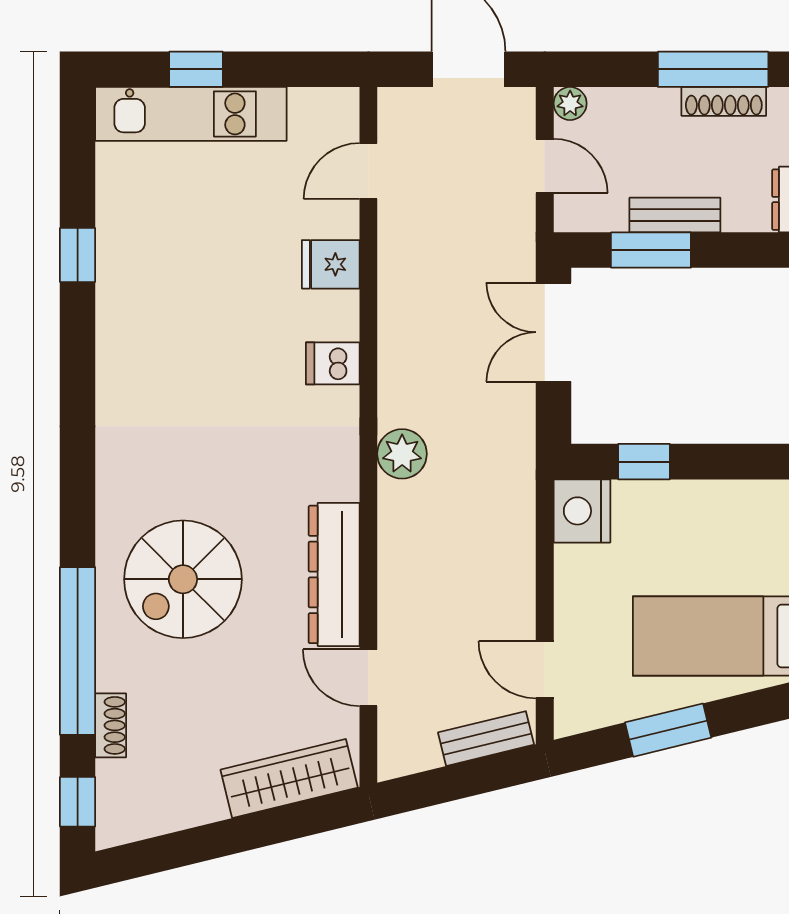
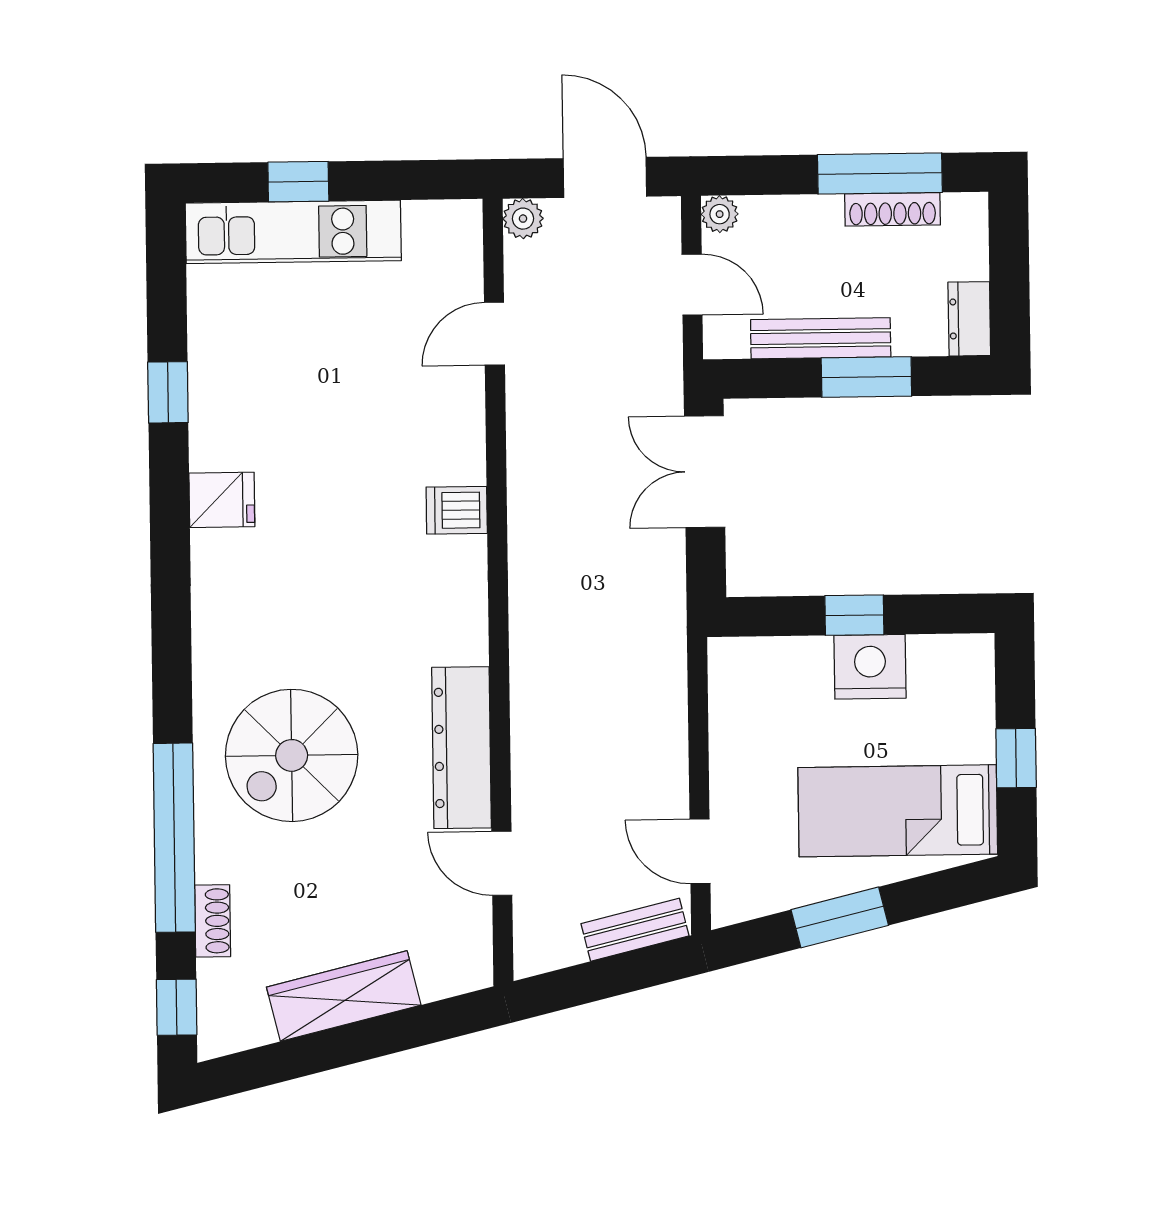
door: (368, 171) -> (494, 334), moved
bench: (675, 215) -> (821, 338), width x1.36
window: (651, 250) -> (866, 377), moved
fridge: (331, 264) -> (222, 500), moved, turned 180
plant: (402, 454) -> (523, 219), moved, width x0.73, depth x0.73
window: (644, 462) -> (854, 615), moved
nightstand: (582, 511) -> (870, 667), moved, turned 90
wardrobe: (289, 779) -> (344, 996), moved

